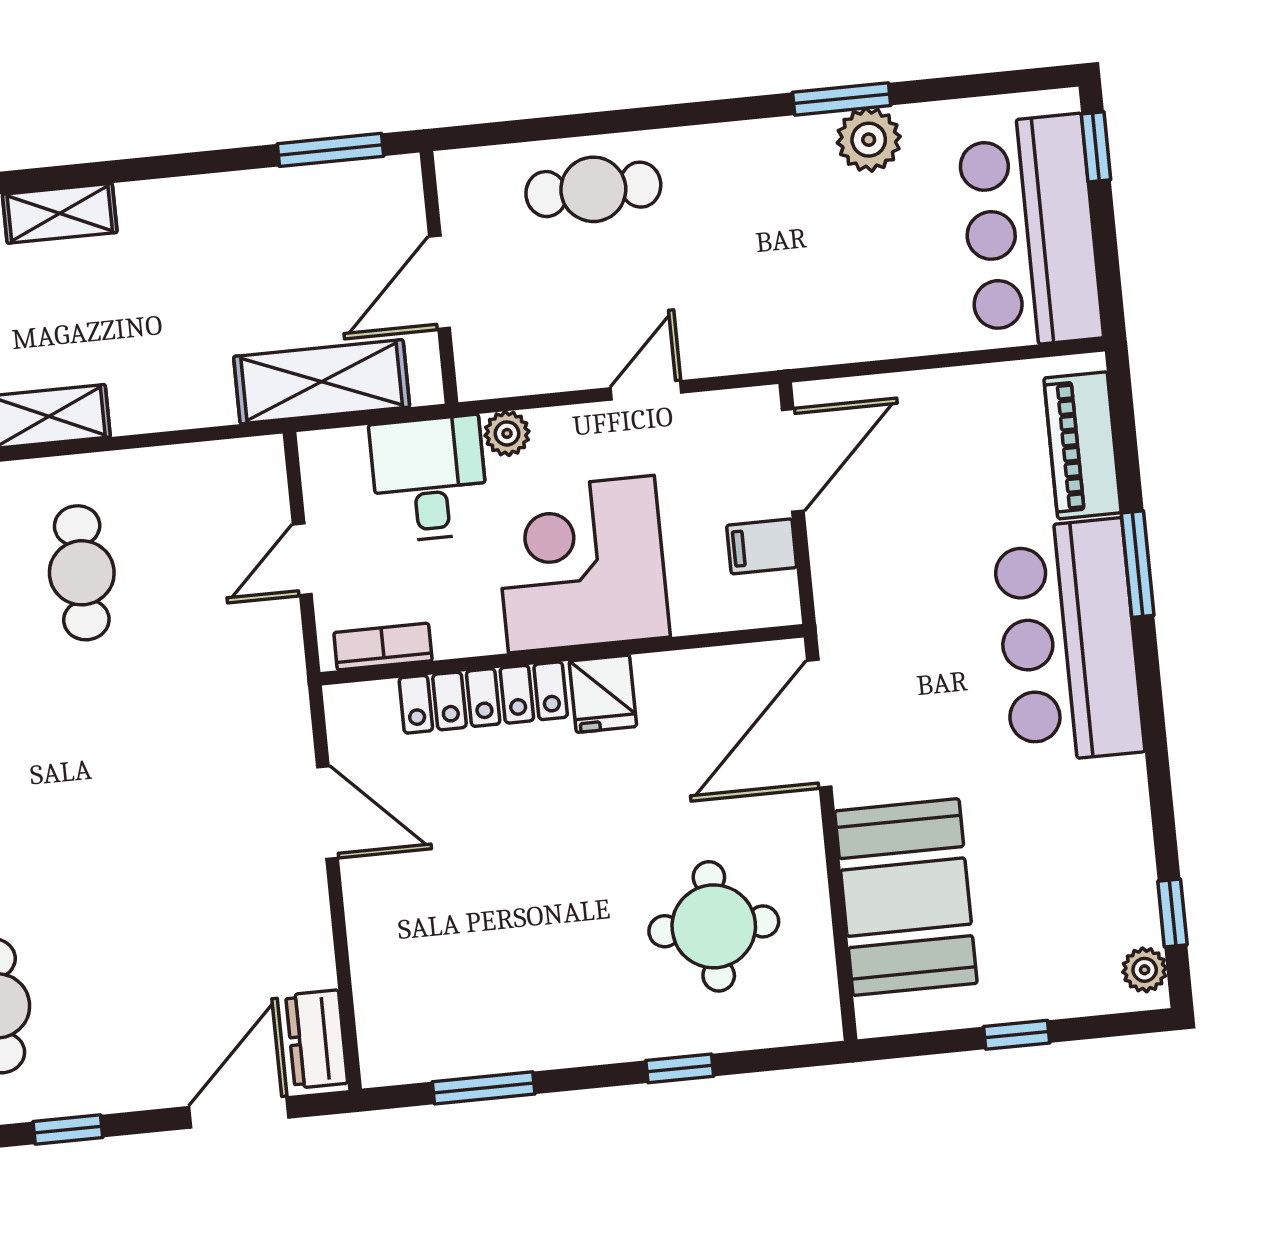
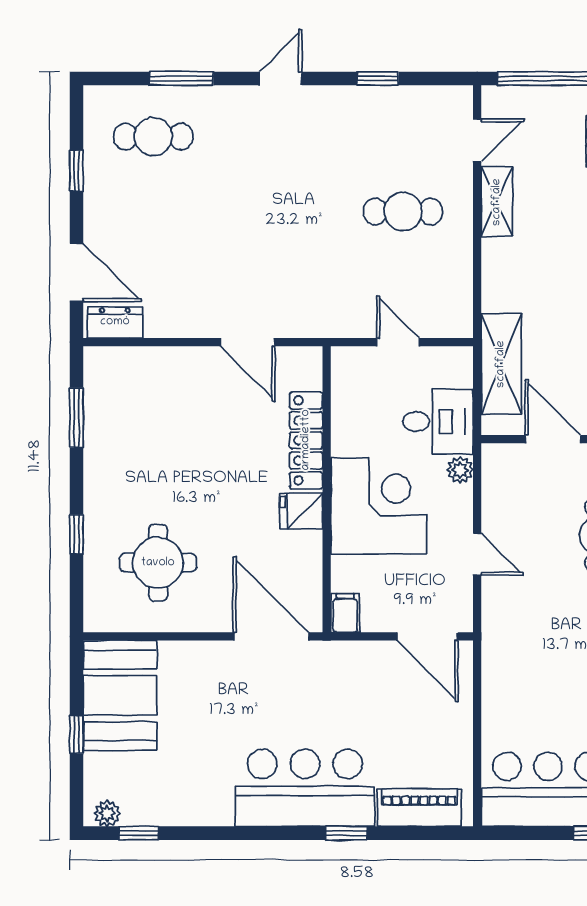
filing cabinet: (762, 546) -> (345, 613), moved
window: (1138, 564) -> (346, 833), width x0.67
bookcase: (383, 647) -> (342, 384), removed
door: (327, 812) -> (248, 342), hinge flipped
booth: (906, 897) -> (120, 695), moved, turned 90

